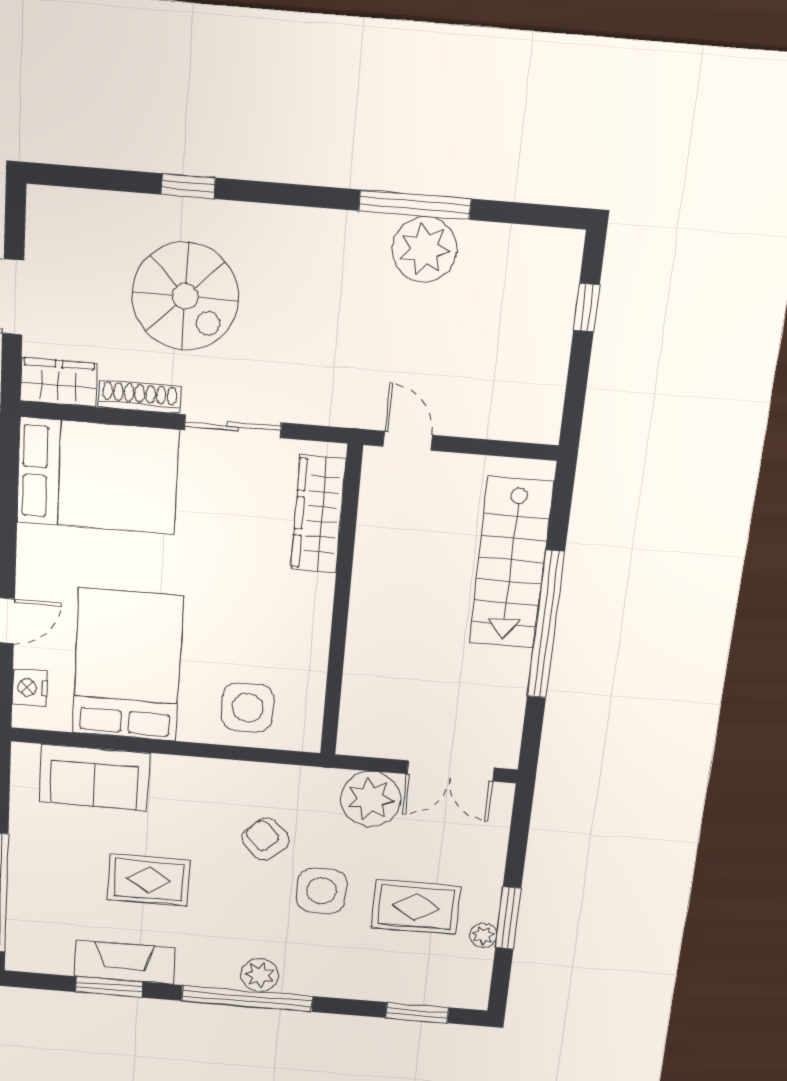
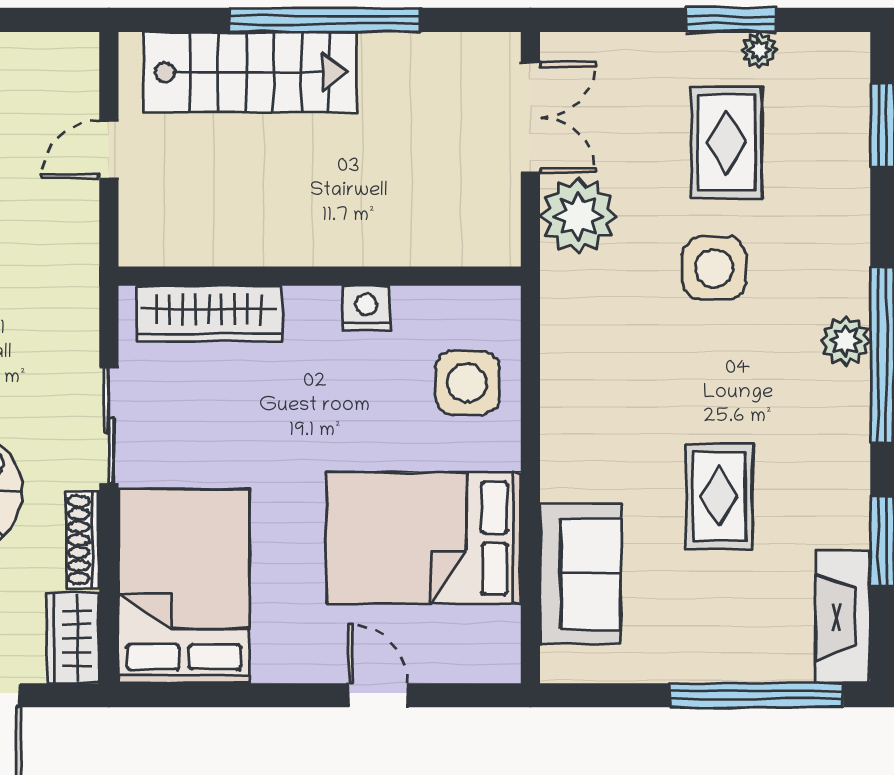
door: (408, 441) -> (109, 150), moved
nightstand: (30, 688) -> (366, 308), moved, turned 180
armchair: (265, 839) -> (647, 347), removed
fireplace: (125, 962) -> (843, 617), moved

